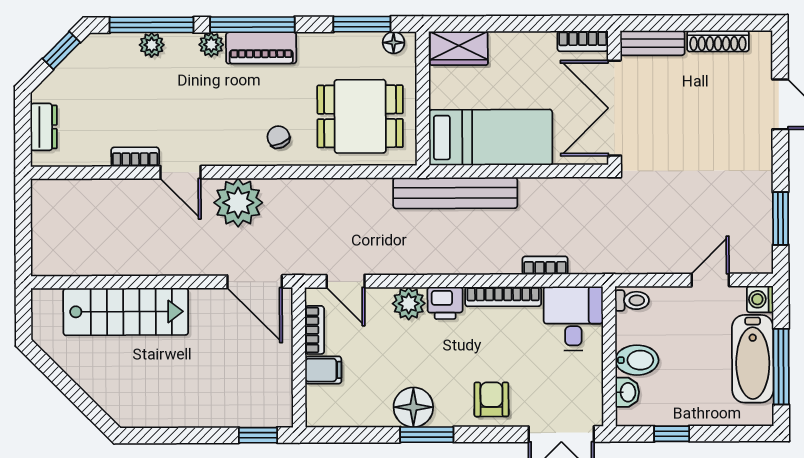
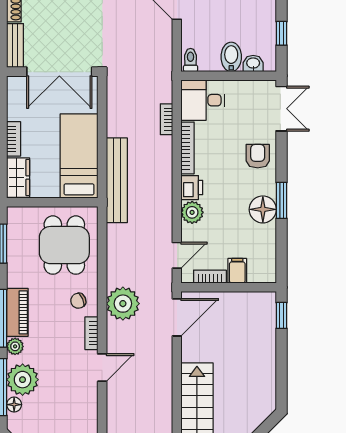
bookcase: (583, 41) -> (14, 139), moved
floor lamp: (394, 43) -> (14, 405), moved
plant: (152, 45) -> (23, 380), width x1.88, depth x1.88
bookcase: (135, 157) -> (91, 333), moved
plant: (238, 203) -> (123, 304), moved
armchair: (491, 399) -> (258, 156), turned 90

